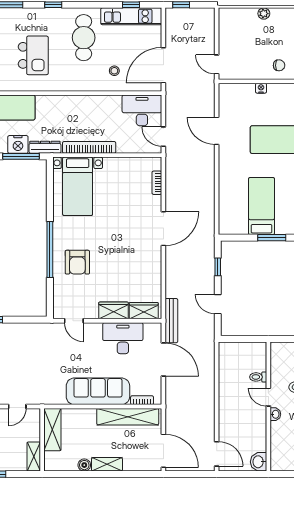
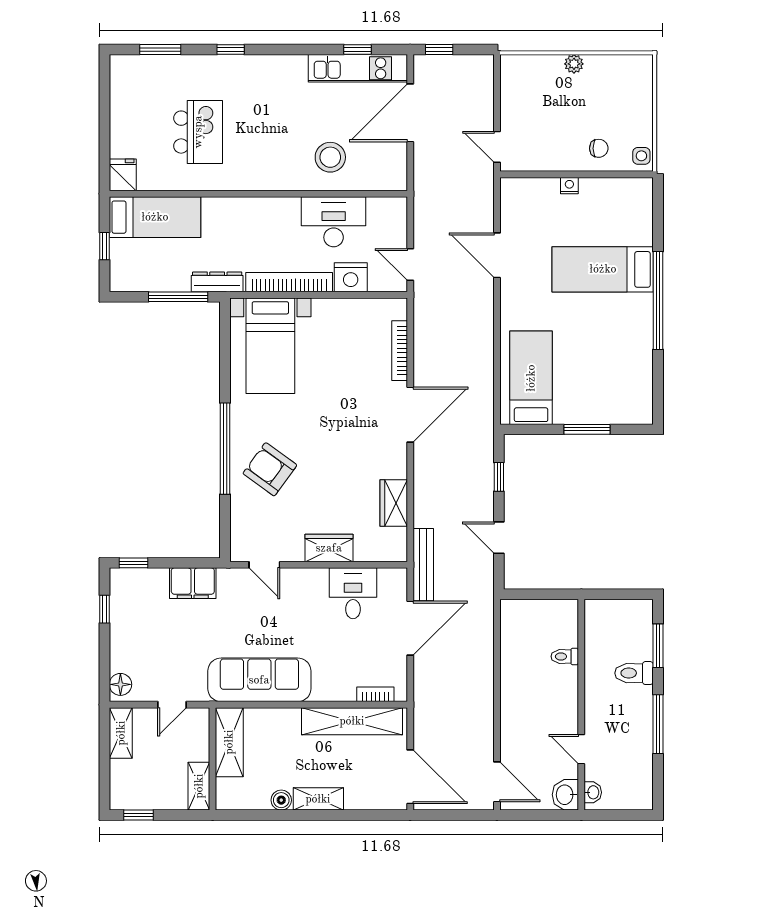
cafe table: (84, 38) -> (280, 103), removed
door: (163, 65) -> (410, 113), moved
stool: (114, 71) -> (330, 157), width x1.89, depth x1.89
desk: (142, 110) -> (334, 222), moved
nightstand: (18, 144) -> (351, 277), moved
bookcase: (157, 183) -> (400, 351), width x1.56
bed: (262, 206) -> (531, 378), moved
armchair: (77, 262) -> (270, 469), turned 126
wardrobe: (144, 311) -> (394, 503), moved, turned -90
filing cabinet: (30, 332) -> (193, 583), added
desk: (123, 338) -> (353, 593), width x0.73
door: (163, 360) -> (410, 628), hinge flipped
sofa: (98, 391) -> (259, 680), moved
door: (268, 397) -> (581, 749), moved
washbasin: (275, 414) -> (593, 792), moved

